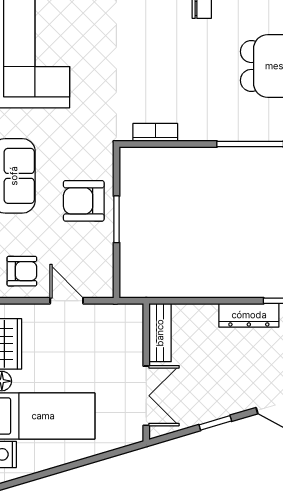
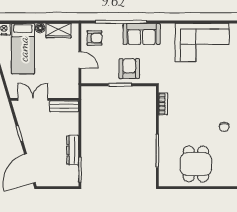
armchair: (22, 271) -> (95, 38), turned -90
door: (67, 301) -> (80, 60), hinge flipped
double door: (146, 396) -> (33, 99), swing flipped

